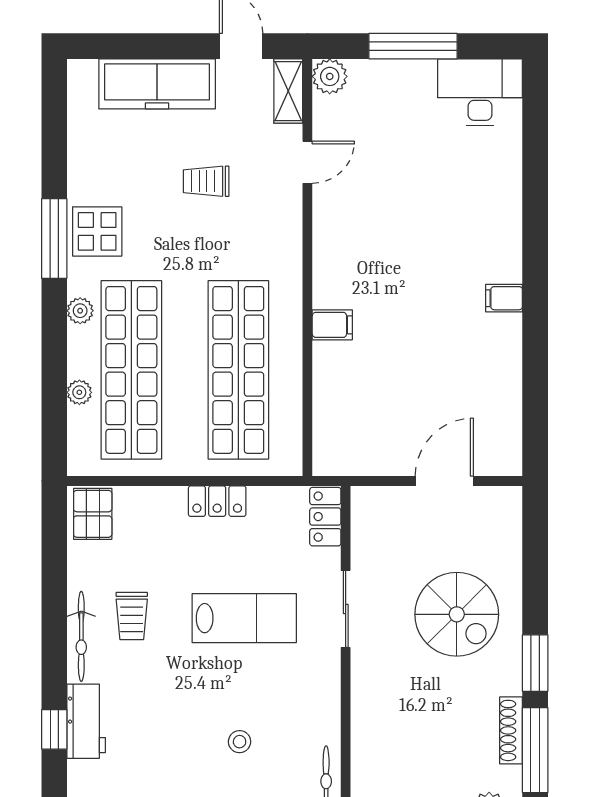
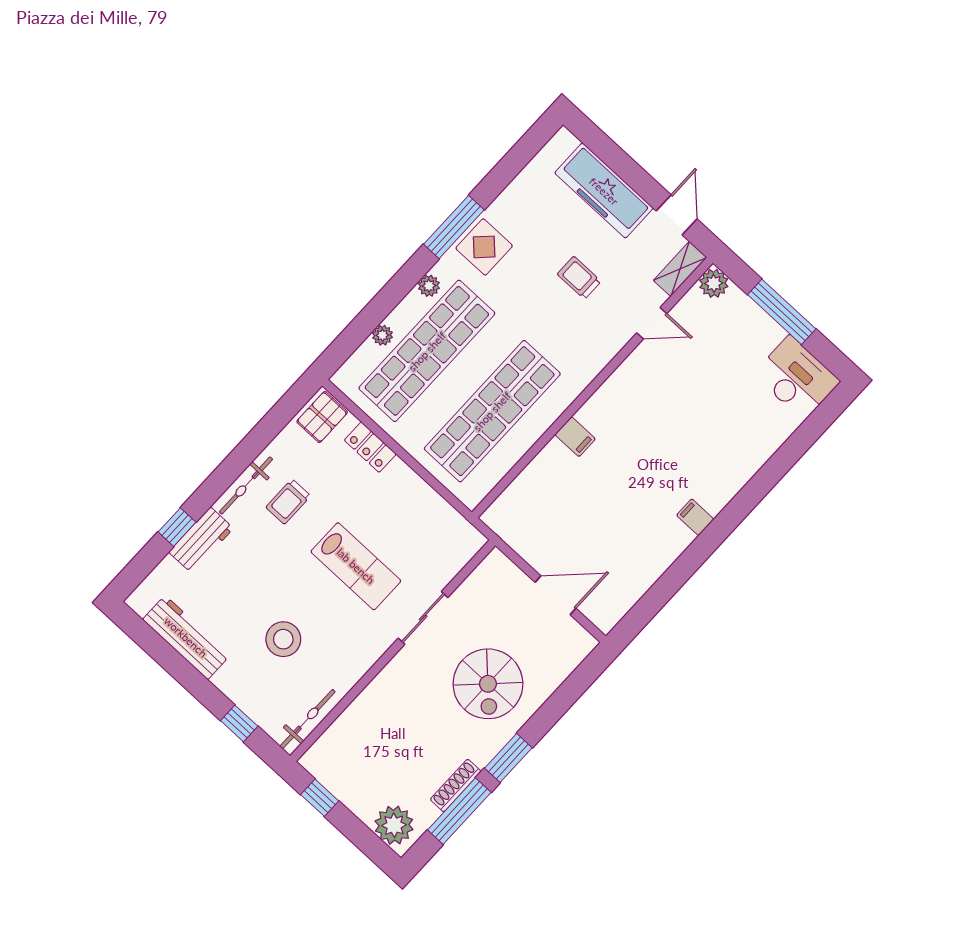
locker: (217, 501) -> (370, 447), moved
locker: (325, 517) -> (463, 550), removed
stool: (240, 742) -> (283, 639), width x1.89, depth x1.89

